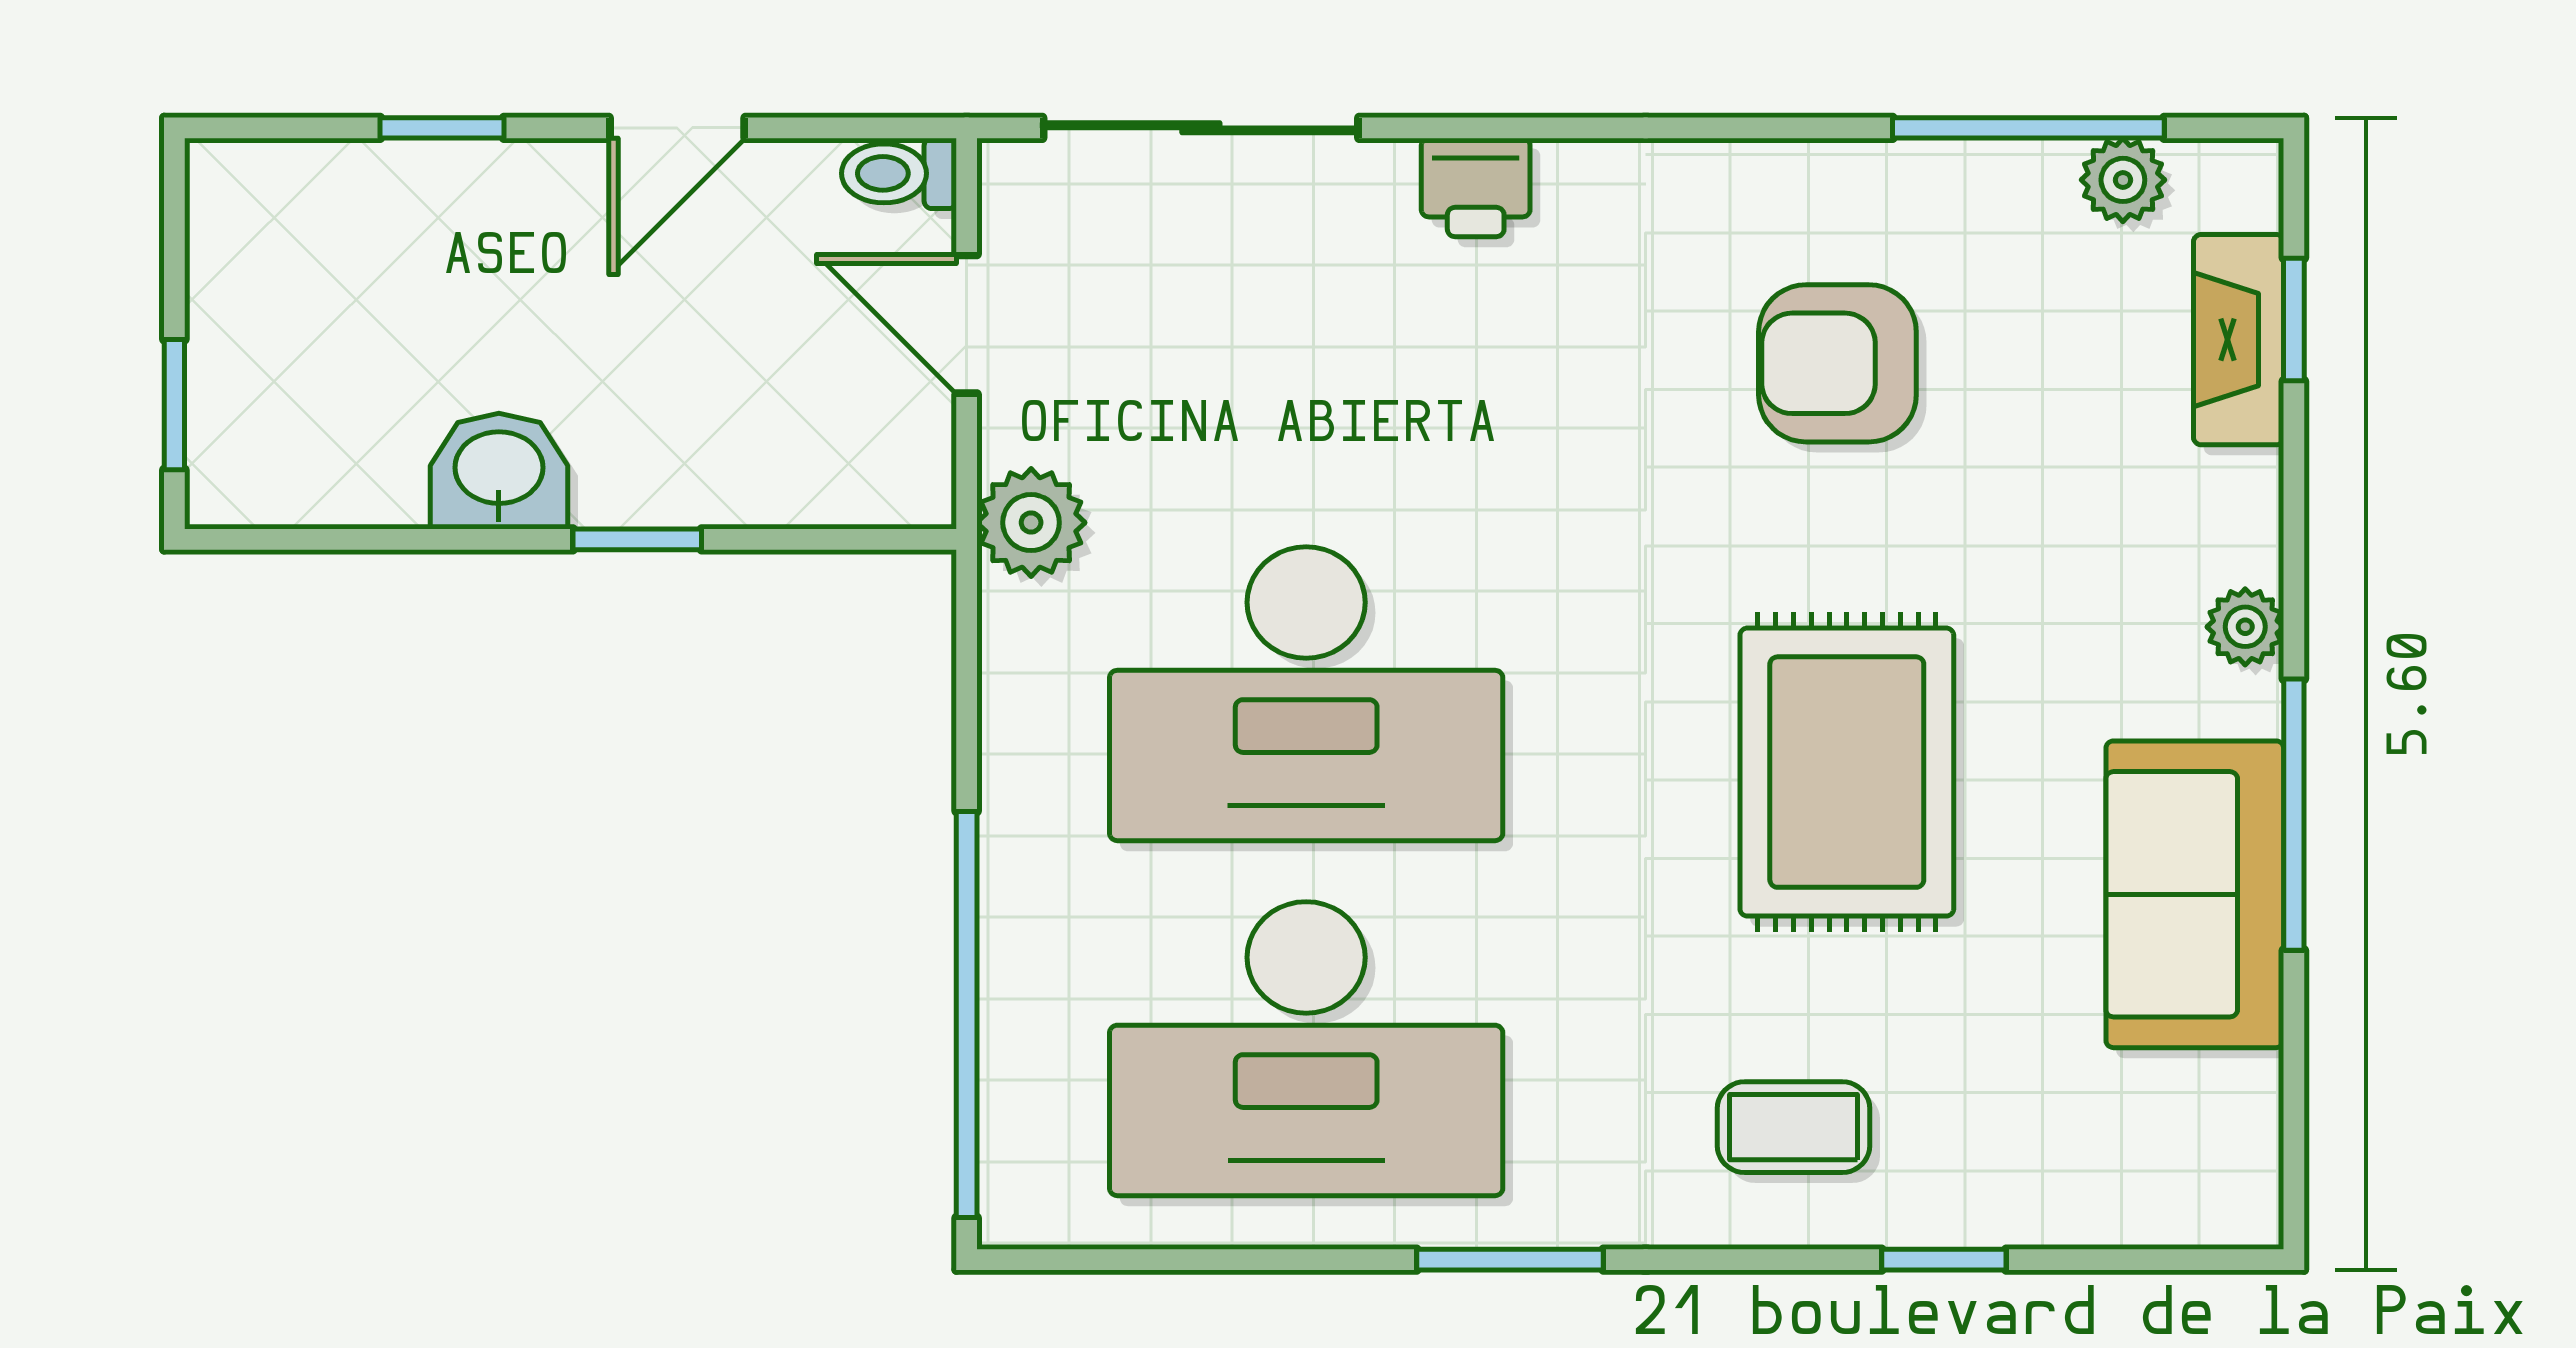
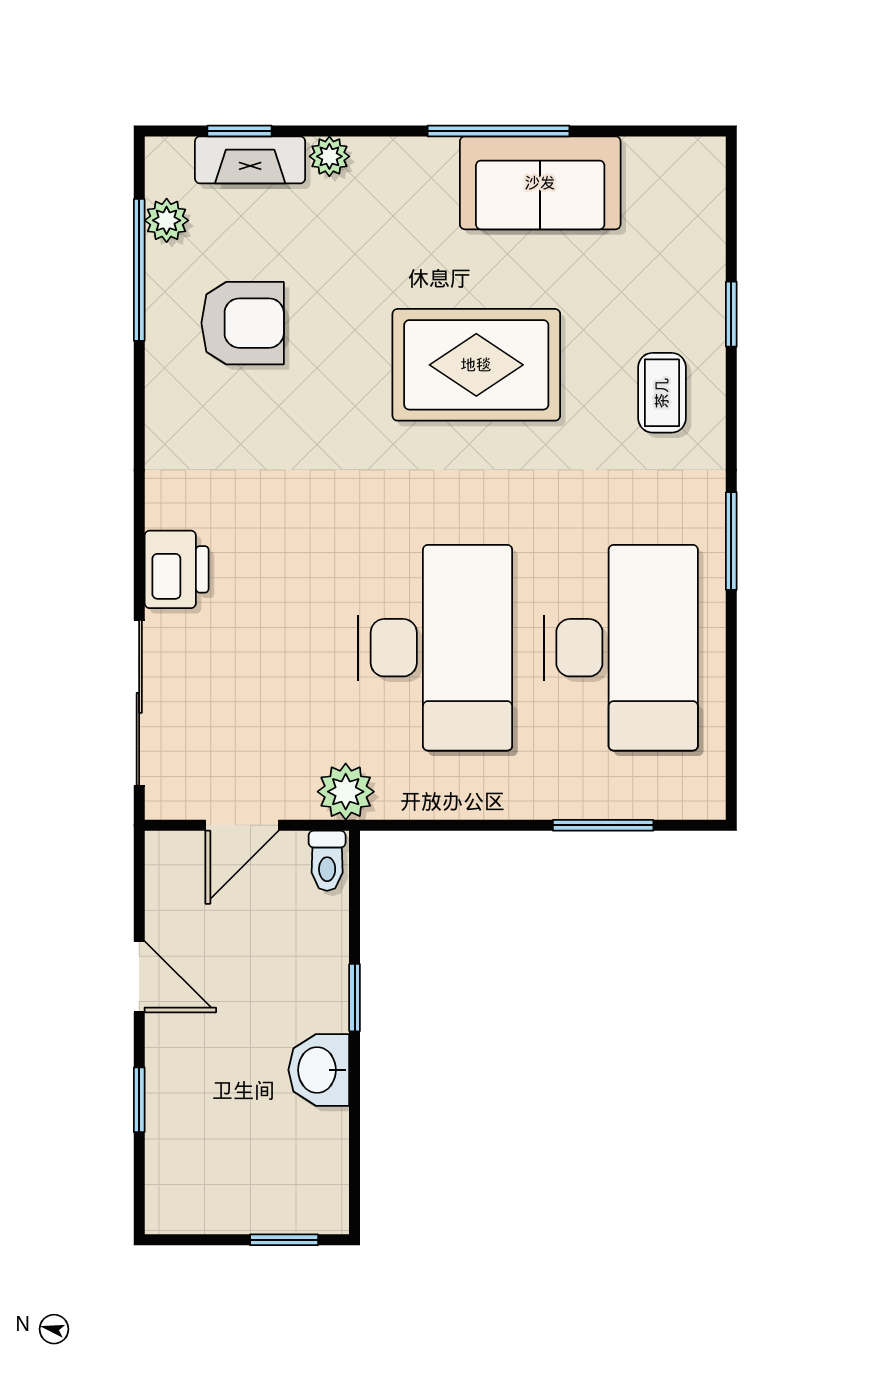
toilet: (899, 173) -> (327, 861), moved
printer: (1476, 187) -> (177, 569), width x1.36, depth x1.24
armchair: (1837, 363) -> (243, 323), moved, turned -90
plant: (2245, 627) -> (329, 156), moved
window: (967, 1015) -> (603, 825), width x0.47

